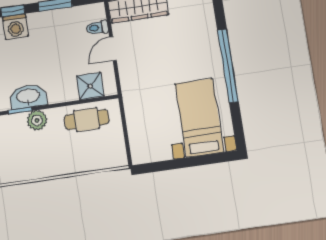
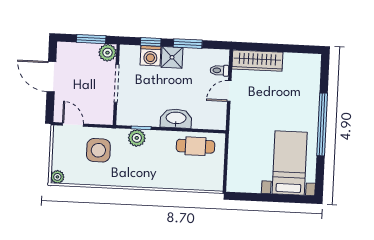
shower: (90, 86) -> (172, 57), moved
washbasin: (28, 96) -> (176, 118), moved
plant: (37, 120) -> (137, 138), moved

